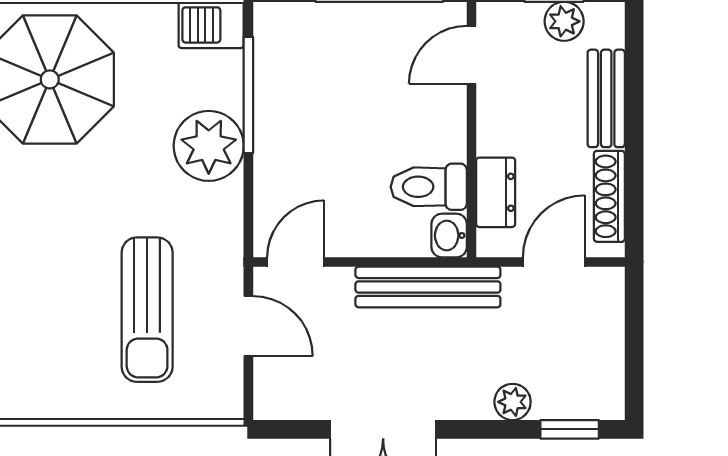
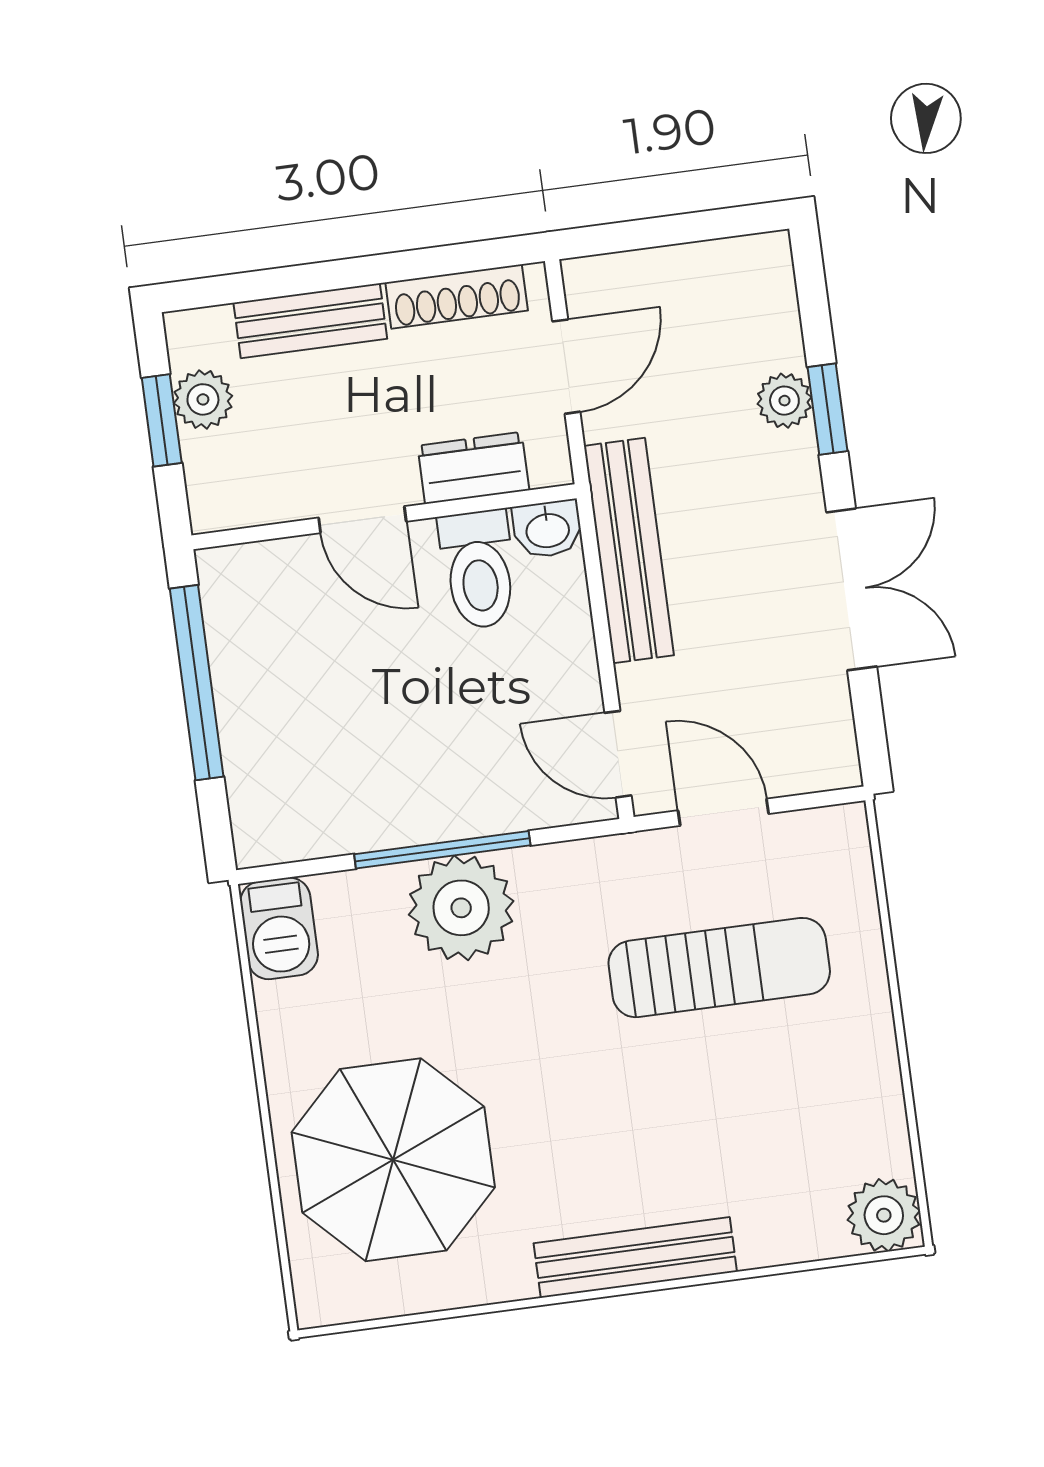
door: (471, 55) -> (362, 520), moved
window: (248, 95) -> (442, 850), moved
door: (554, 262) -> (566, 367), swing flipped
door: (248, 326) -> (723, 812), hinge flipped
window: (570, 429) -> (827, 409), moved

